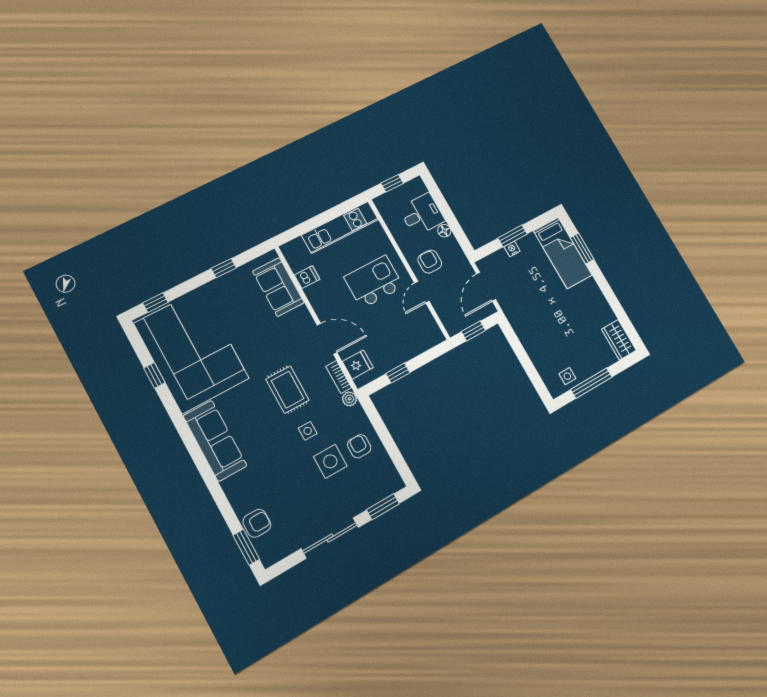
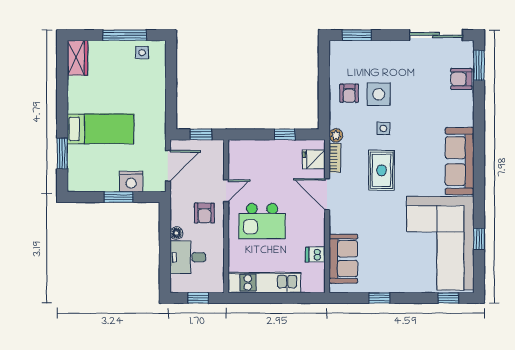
nightstand: (512, 249) -> (131, 182), width x1.89, depth x1.79
bed: (563, 253) -> (100, 129), moved, turned 90
sliding door: (330, 538) -> (436, 35), moved

